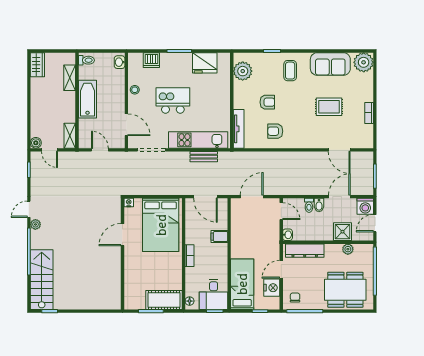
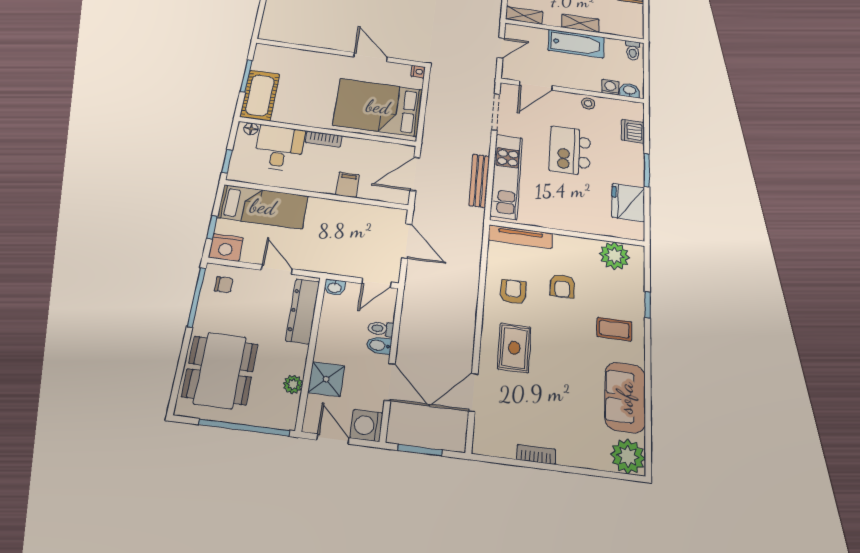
washing machine: (119, 75) -> (610, 87), added
shelving: (70, 78) -> (580, 23), moved
kitchen island: (173, 101) -> (570, 151), turned 180
rug: (329, 107) -> (514, 348), moved
bench: (204, 157) -> (479, 181), width x1.36
nightstand: (272, 288) -> (226, 247), moved
desk: (214, 294) -> (279, 148), moved, turned 90

